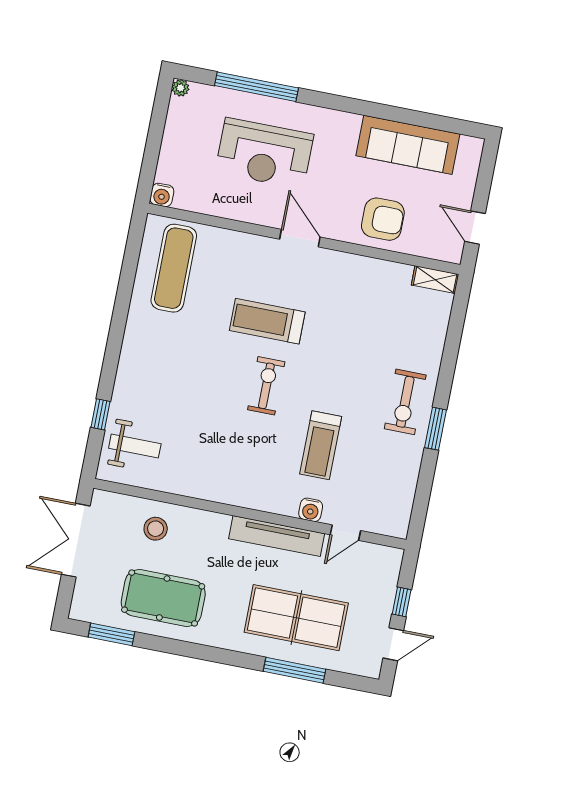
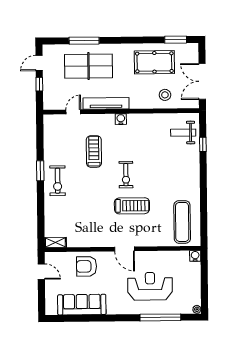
exercise bike: (405, 402) -> (58, 181), turned 180
water cooler: (311, 510) -> (121, 119), moved
double door: (76, 540) -> (202, 81), swing flipped

